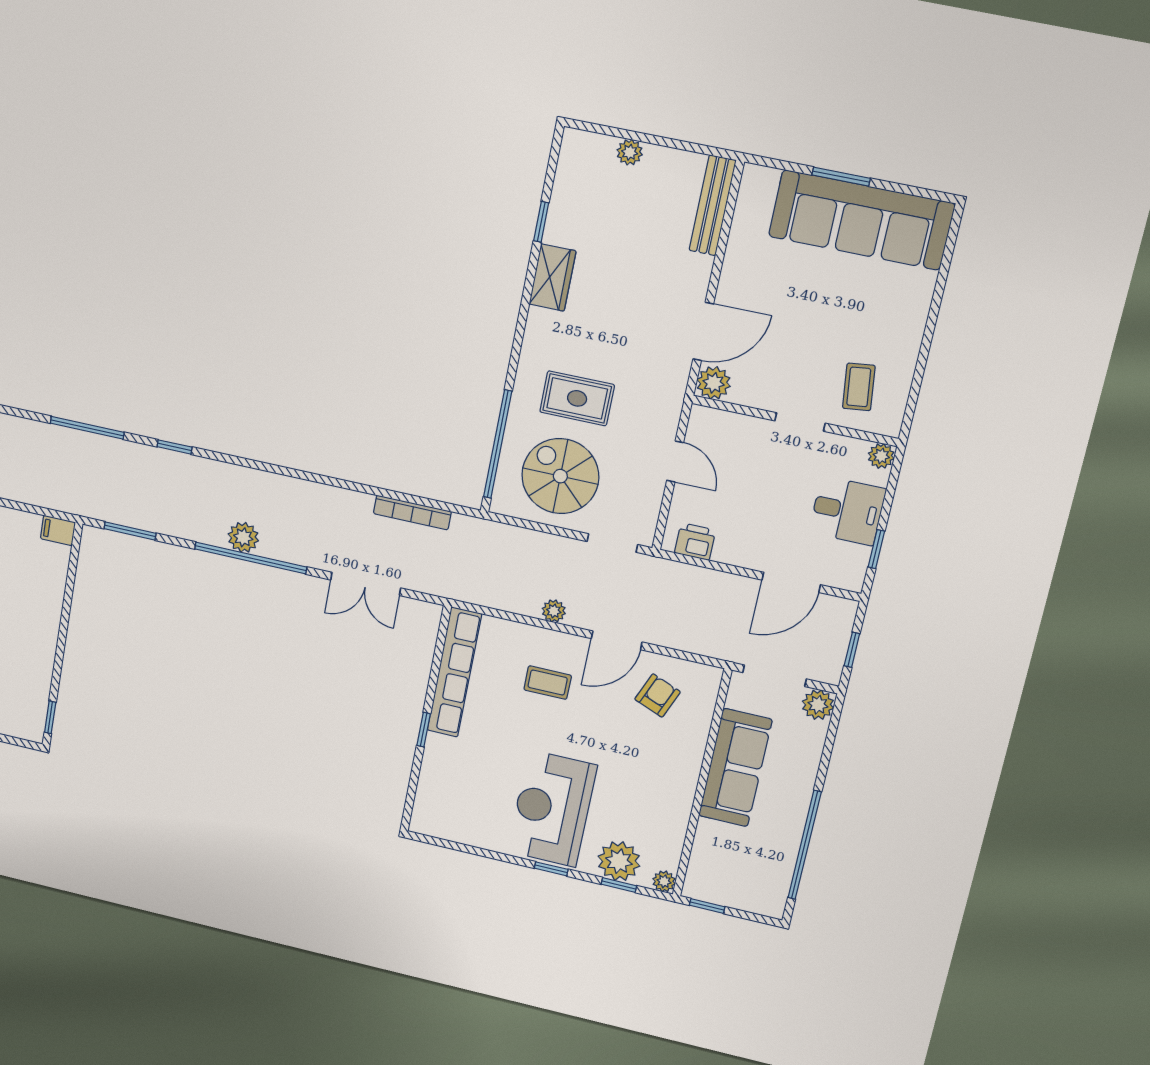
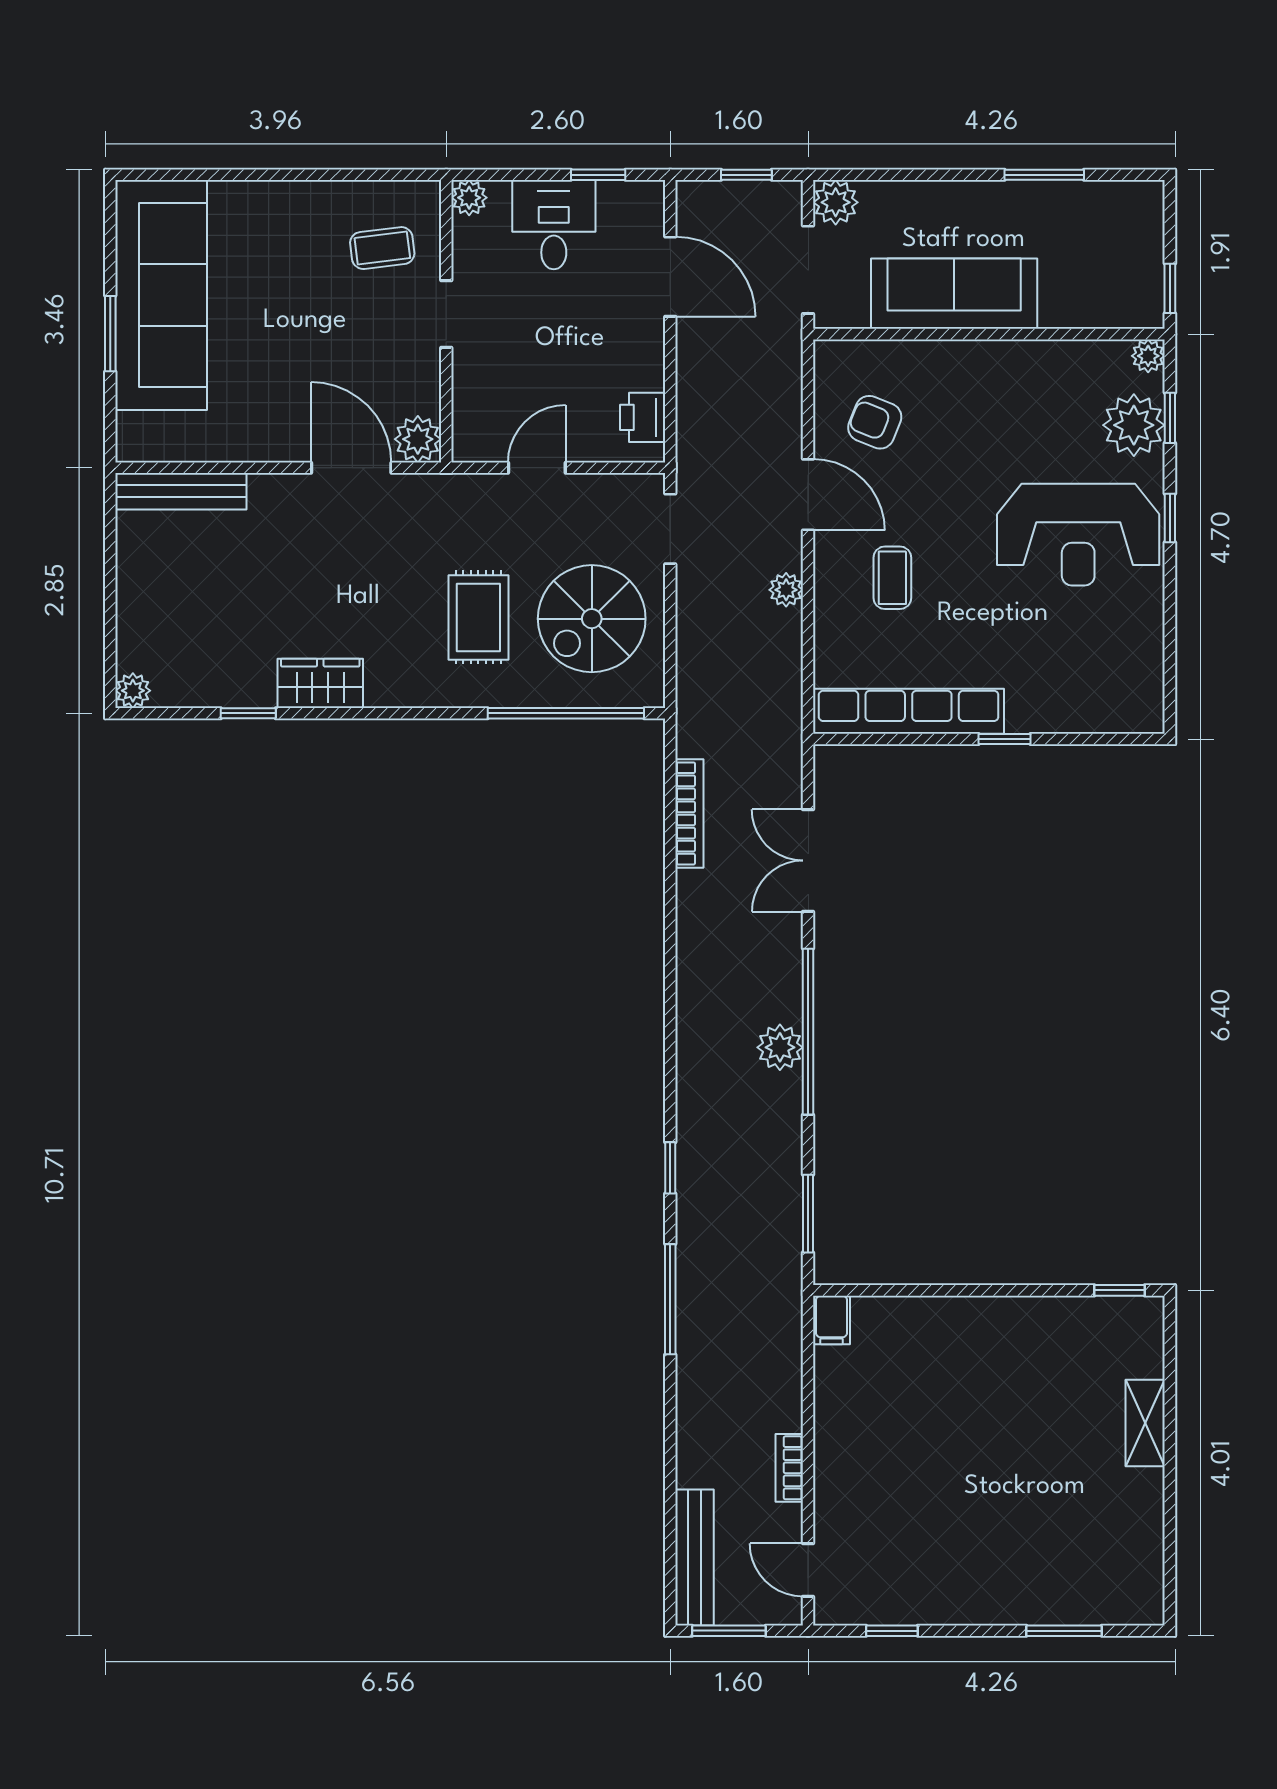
plant: (630, 152) -> (133, 691), moved
double door: (366, 584) -> (808, 861), swing flipped
window: (805, 845) -> (1044, 175), width x0.47

